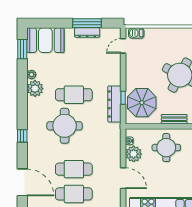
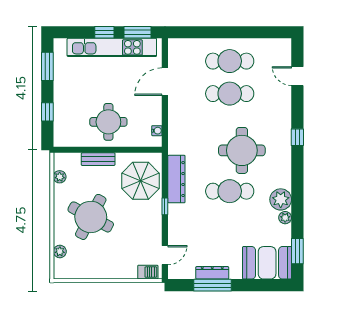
window: (123, 98) -> (165, 206), moved
plant: (134, 154) -> (151, 114), removed
door: (123, 178) -> (165, 82), hinge flipped
door: (22, 182) -> (297, 76), width x0.53

